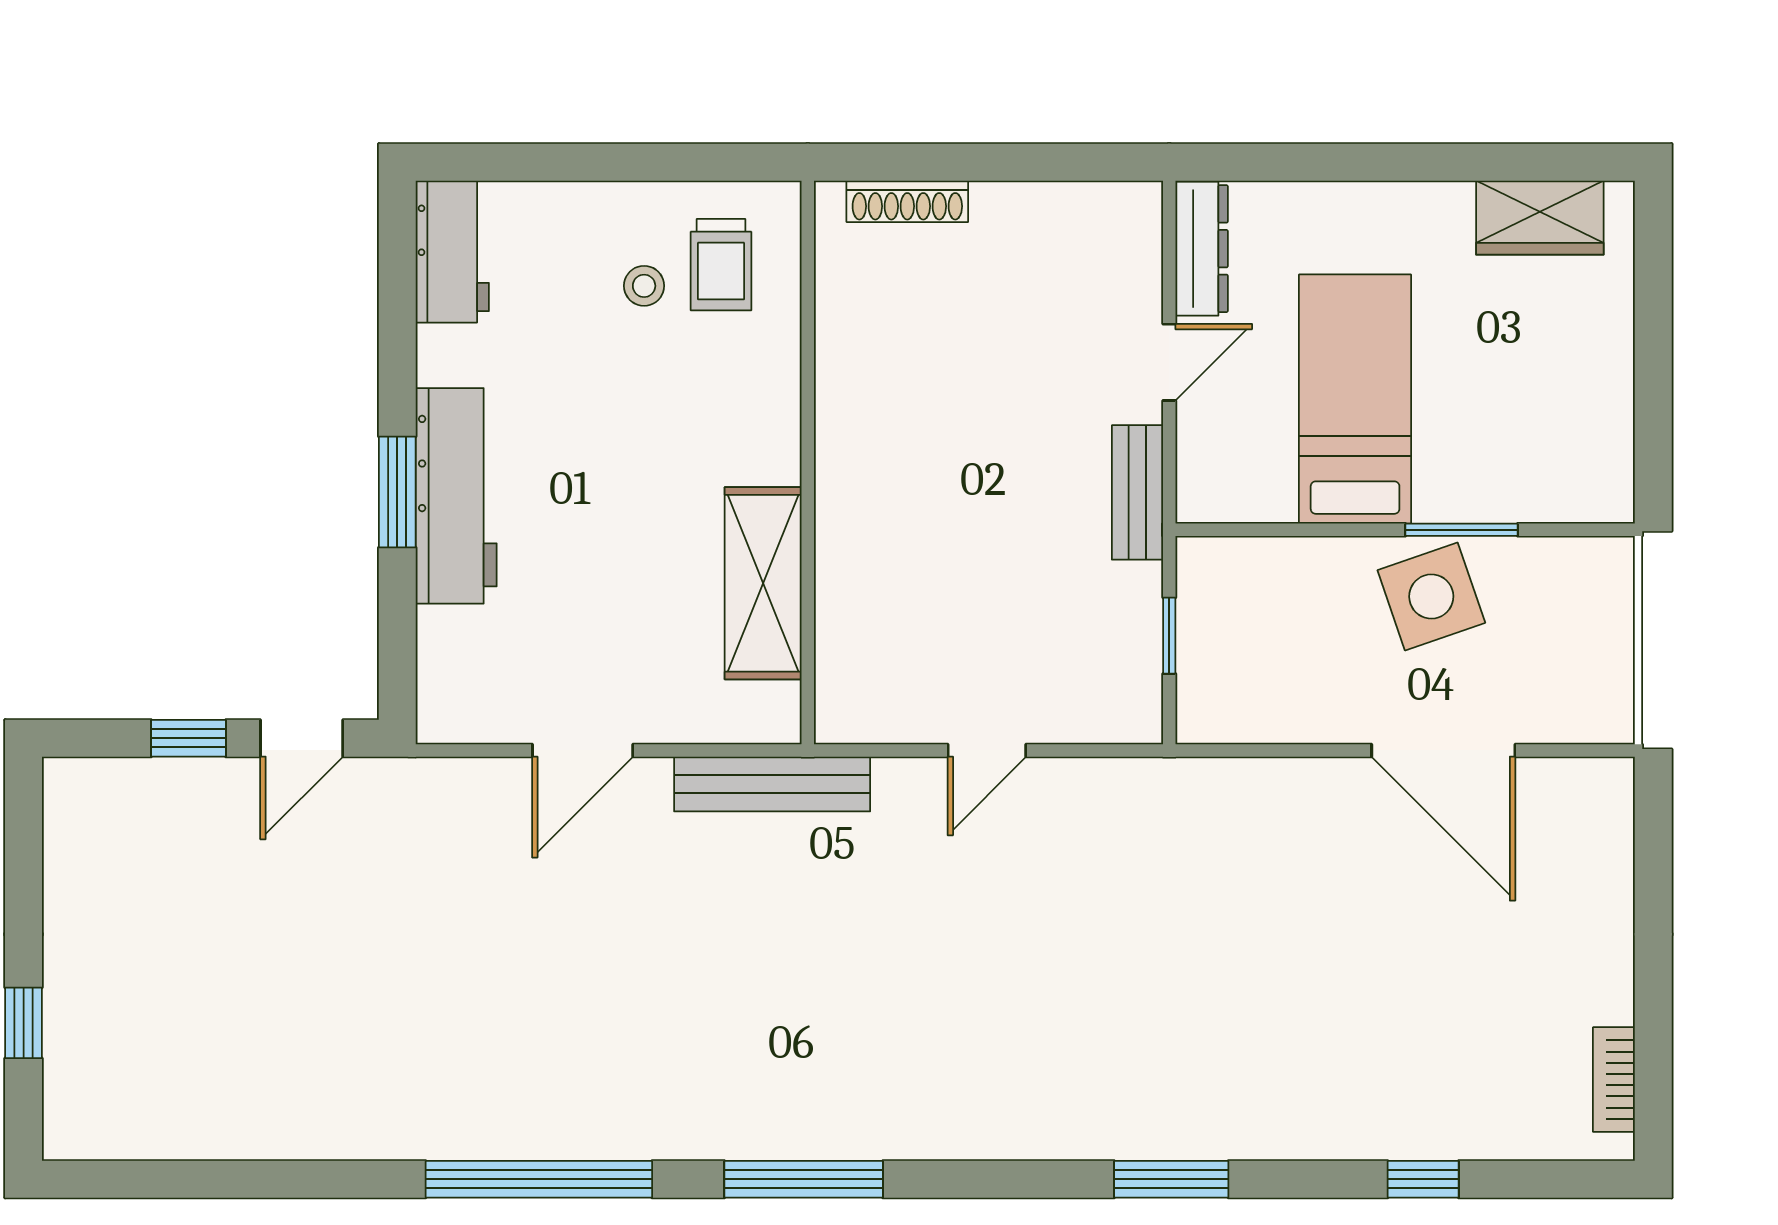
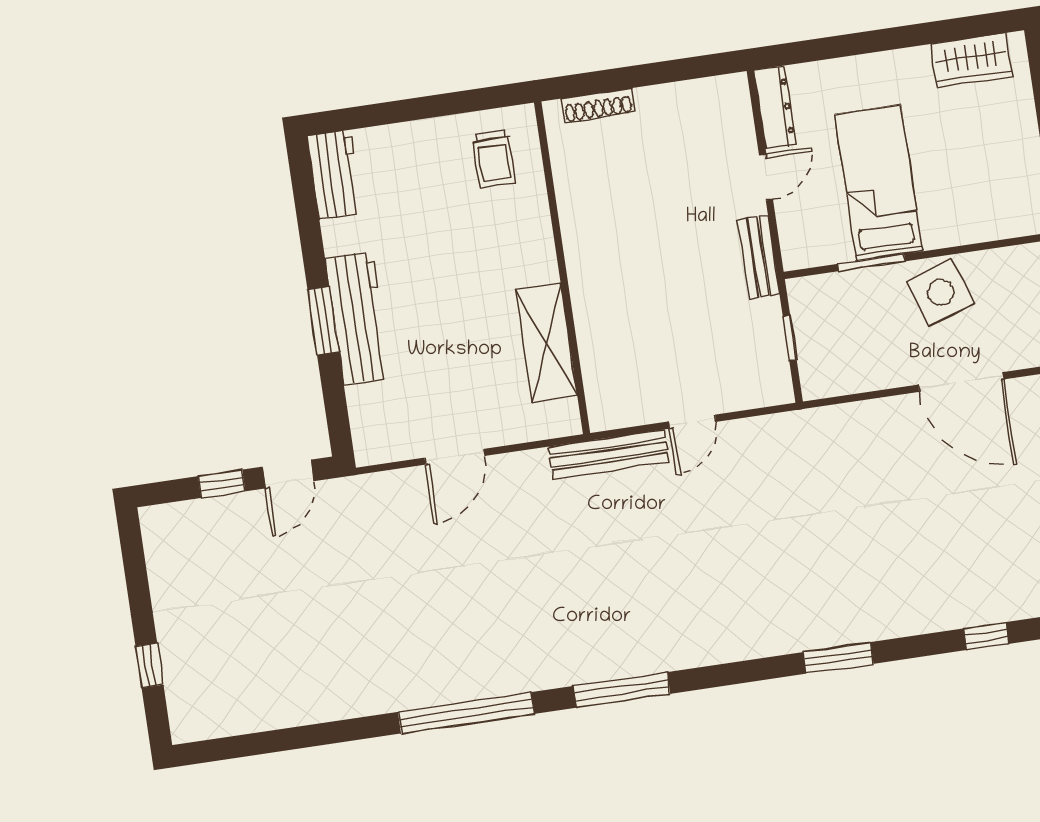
stool: (644, 286) -> (450, 178), removed
window: (1461, 530) -> (871, 263), moved
bench: (772, 784) -> (609, 454), moved

